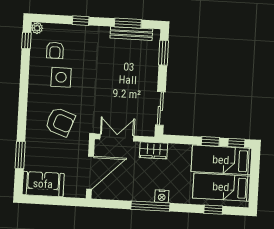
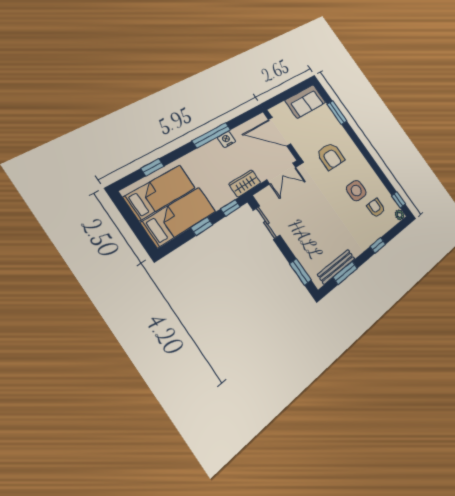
armchair: (60, 122) -> (331, 156), turned -110
window: (236, 143) -> (230, 208), moved
door: (90, 173) -> (280, 132), hinge flipped
nightstand: (162, 196) -> (227, 139), moved

